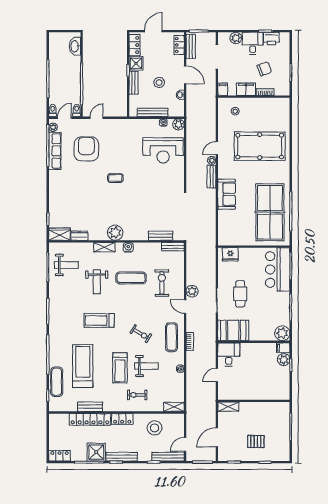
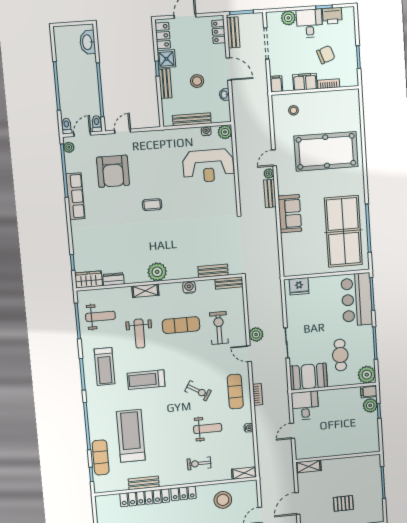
armchair: (86, 149) -> (113, 171), turned 180
row of seats: (55, 151) -> (75, 196), moved
water cooler: (128, 247) -> (189, 287), moved
cafe table: (240, 294) -> (340, 355), moved
treadmill: (120, 368) -> (105, 366), moved

